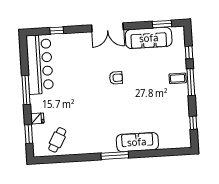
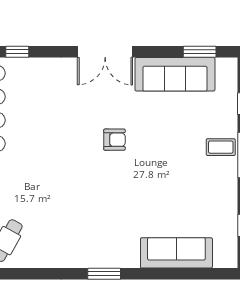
sofa: (137, 142) -> (176, 253), moved
window: (115, 156) -> (104, 274), width x0.69

